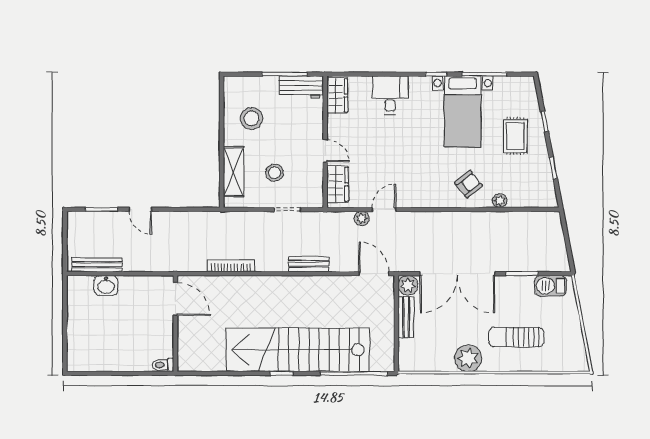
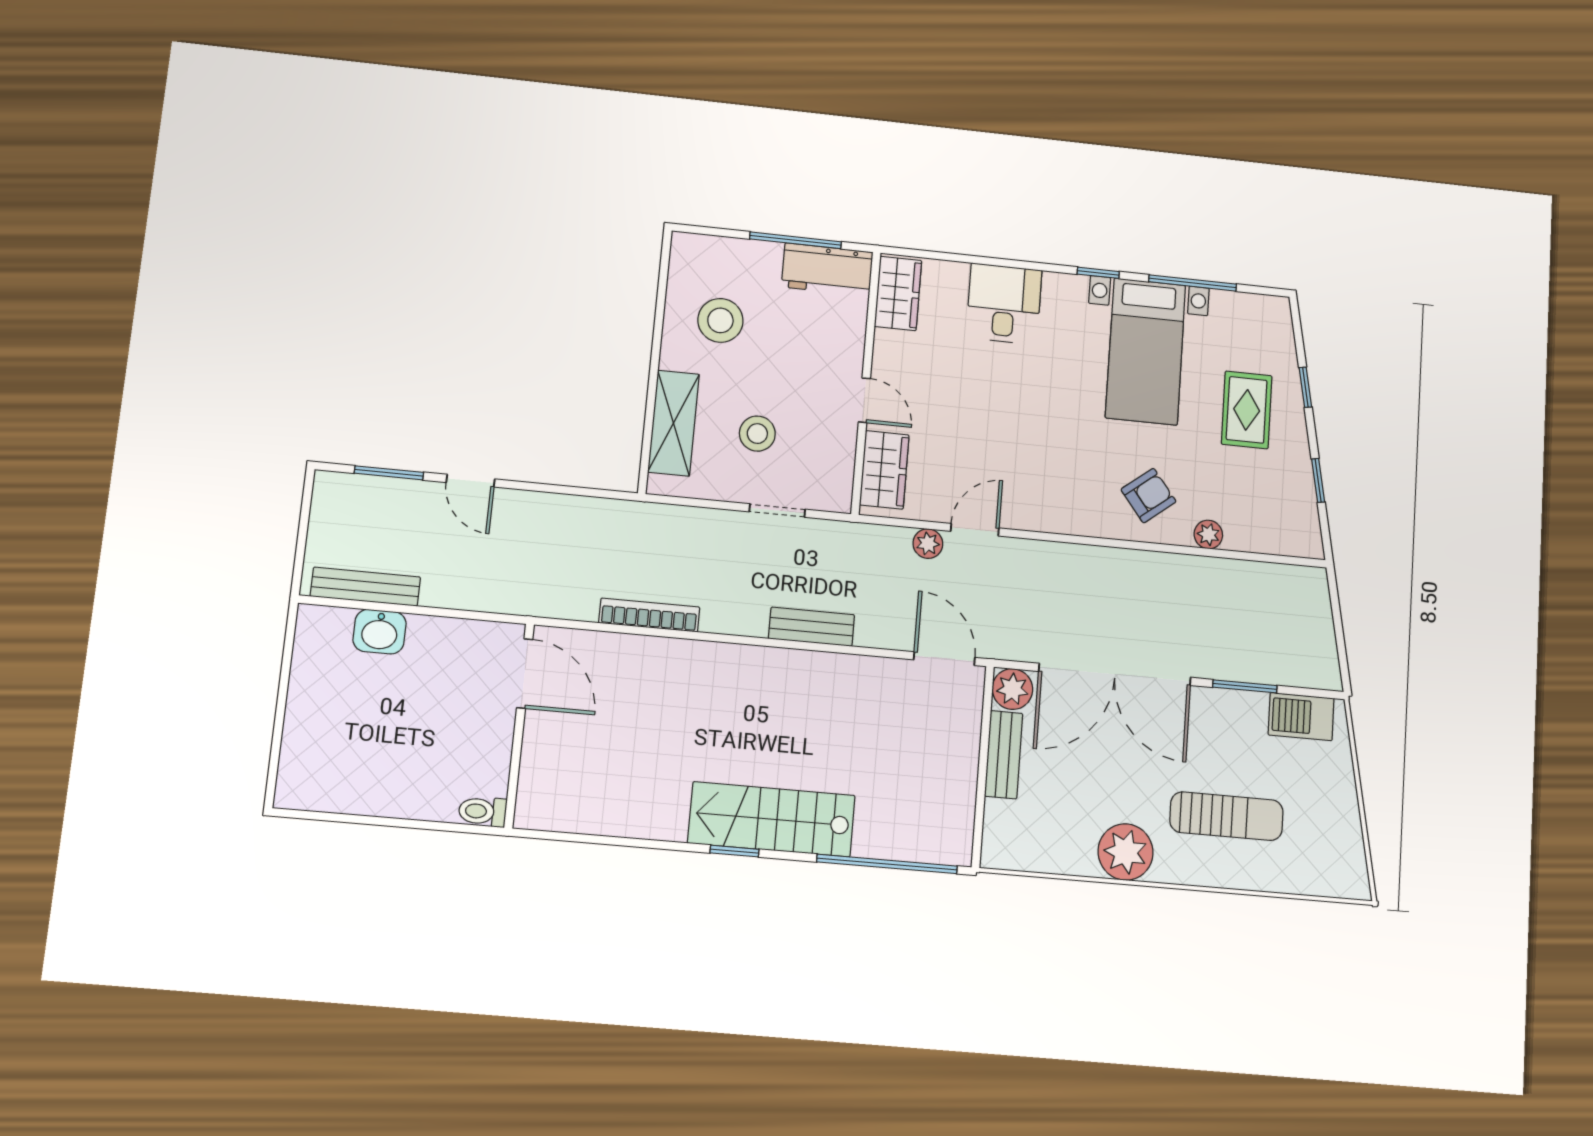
sun lounger: (516, 337) -> (1227, 816), turned 180
stairs: (298, 350) -> (772, 819), width x0.54, depth x0.66

